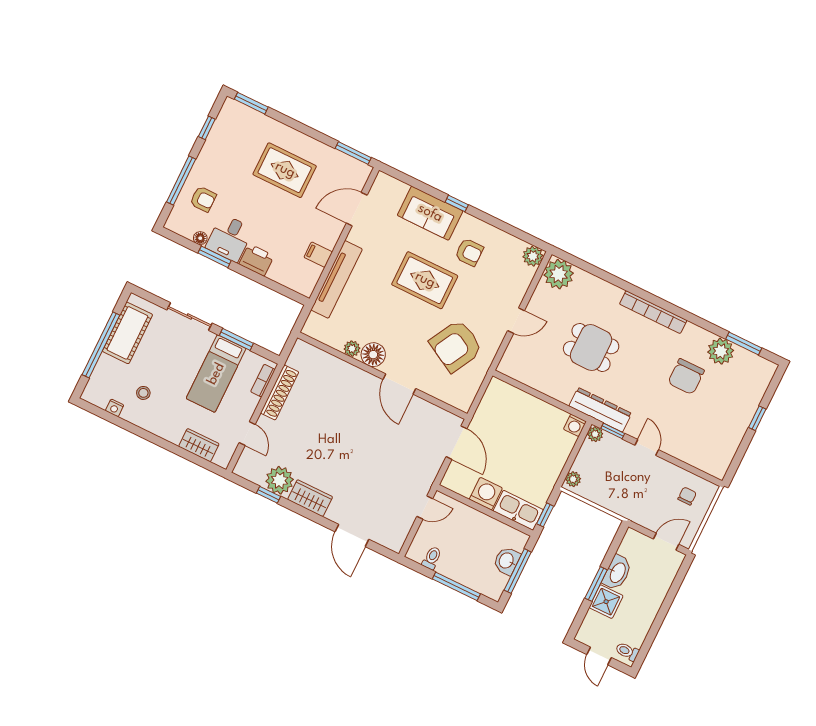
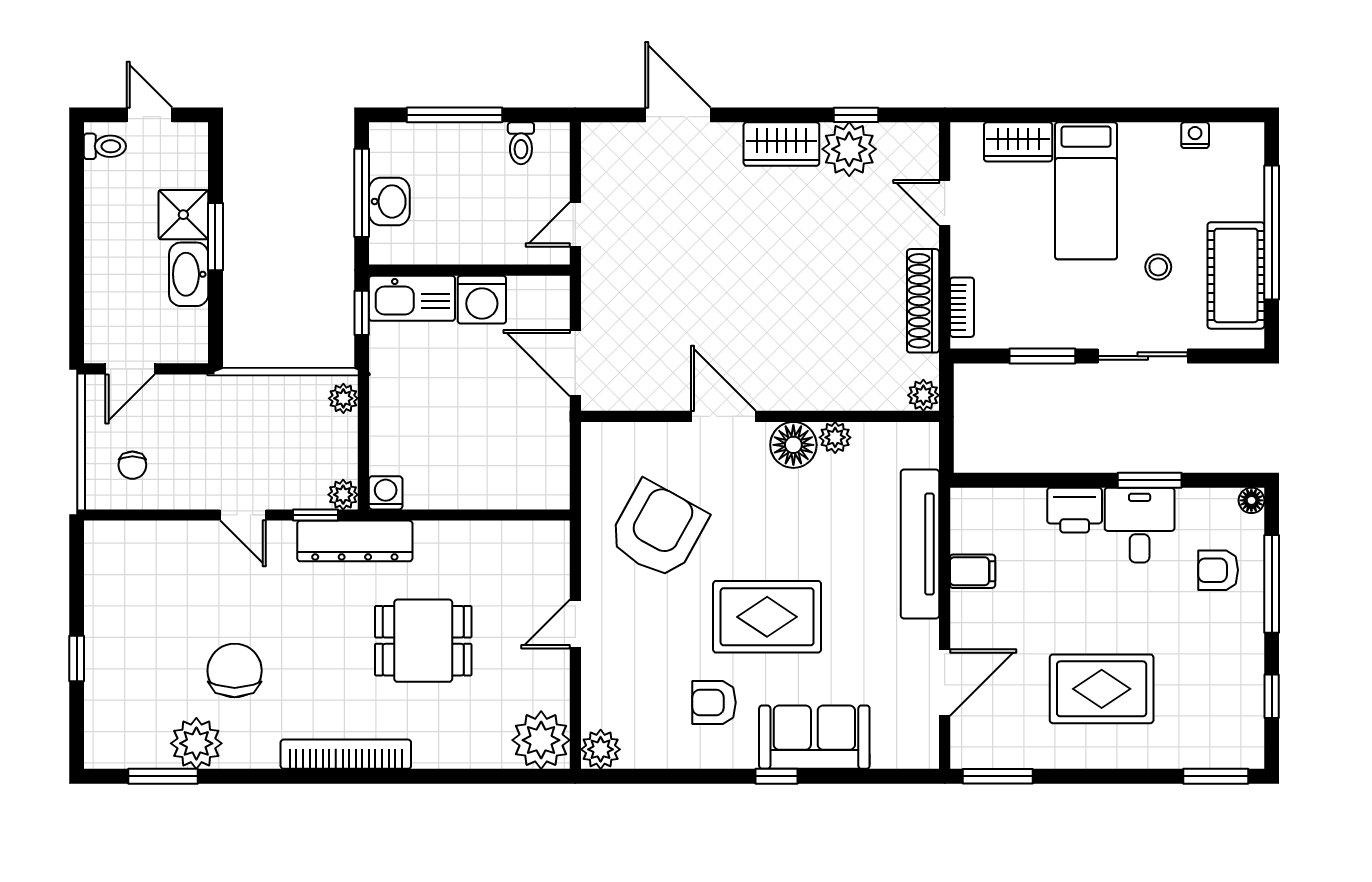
floor lamp: (200, 238) -> (1251, 500), moved
plant: (301, 348) -> (923, 395), added
bed: (216, 374) -> (1086, 191), moved, turned 180
stool: (143, 393) -> (1158, 267), moved

